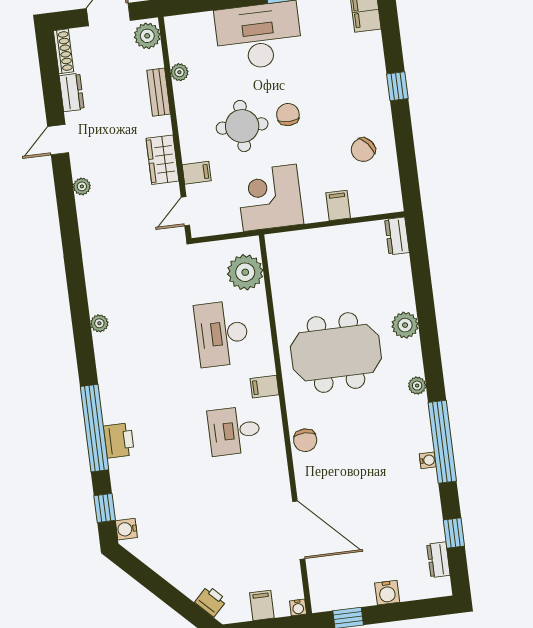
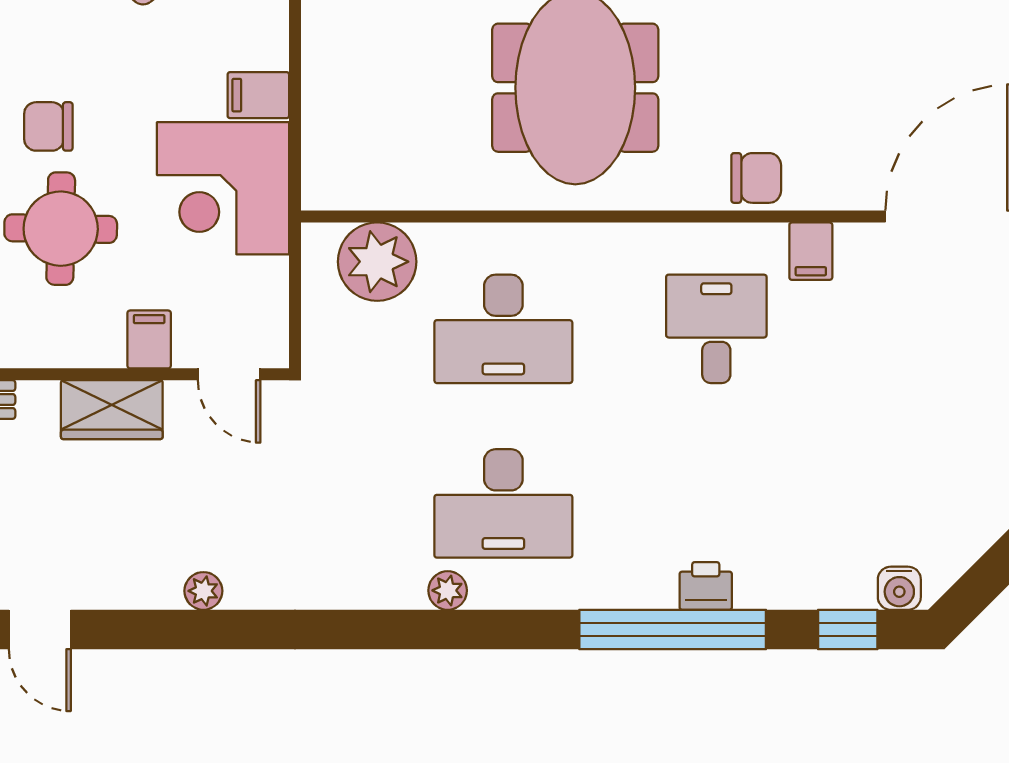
plant: (82, 186) -> (203, 591), moved
filing cabinet: (338, 205) -> (258, 95), moved
desk: (142, 344) -> (503, 503), added
filing cabinet: (265, 387) -> (811, 251), moved
desk: (234, 431) -> (716, 329), turned 180
printer: (119, 440) -> (706, 586), width x0.73, depth x0.81

